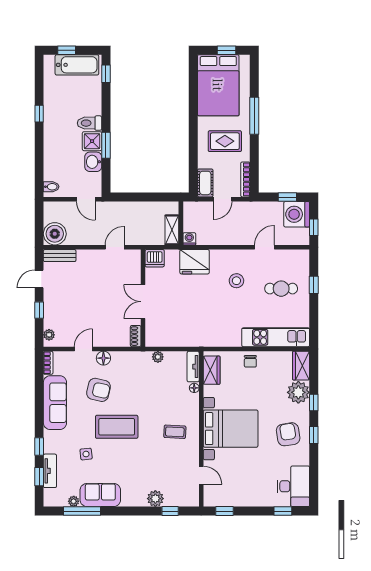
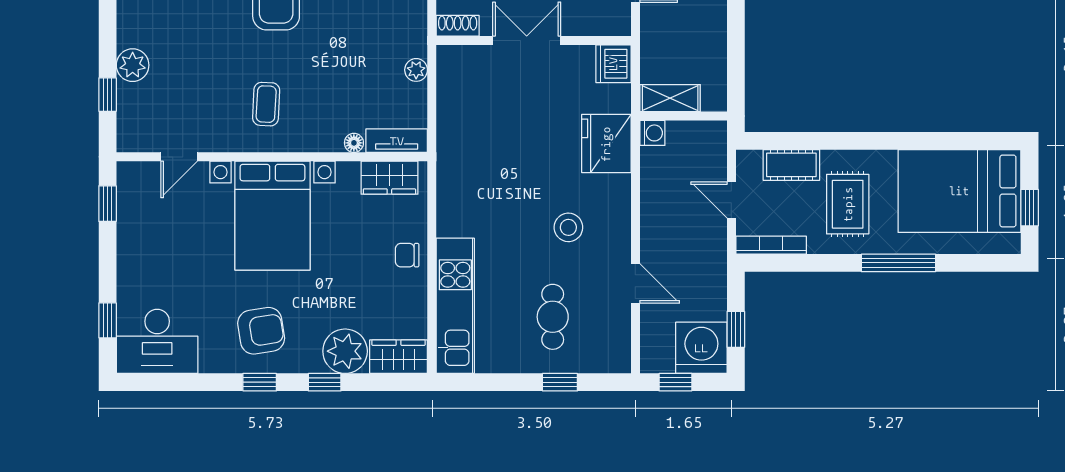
cot: (205, 183) -> (791, 165), moved

